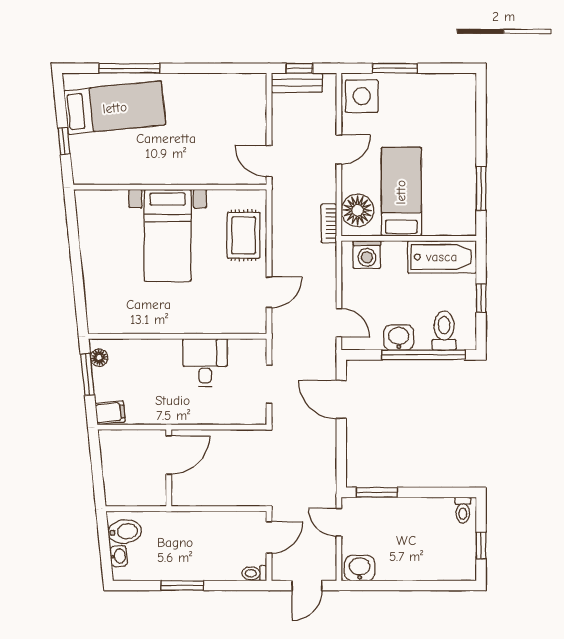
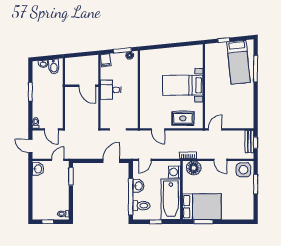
bed: (401, 192) -> (202, 207), moved, width x1.50
bathtub: (442, 257) -> (171, 199), width x1.36, depth x1.36
desk: (205, 362) -> (111, 90), moved, turned 180

